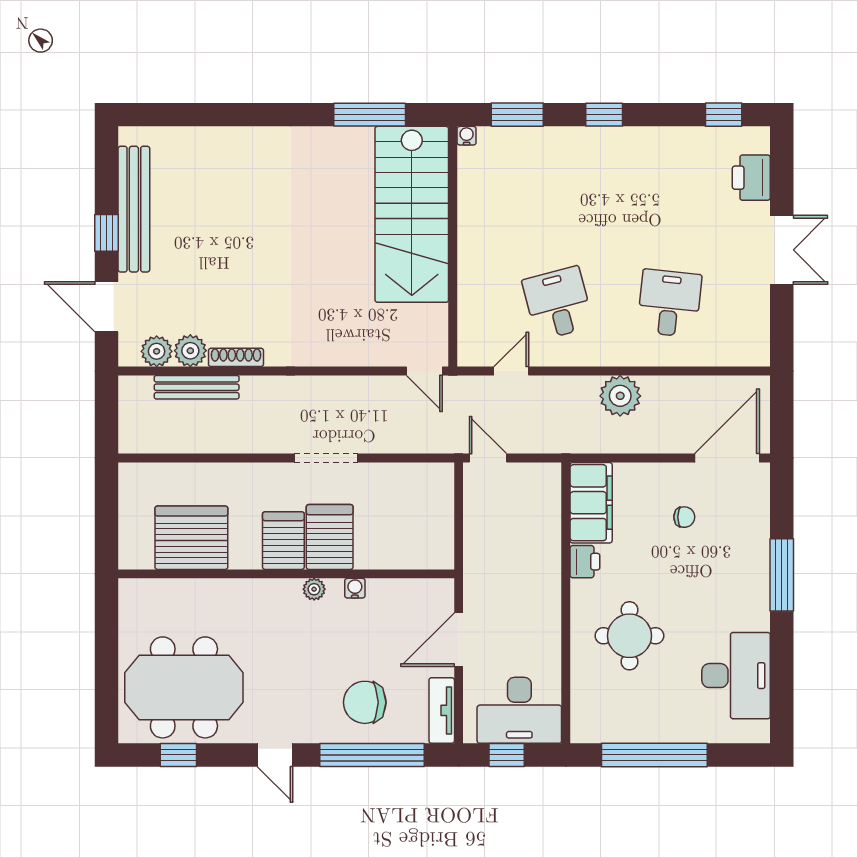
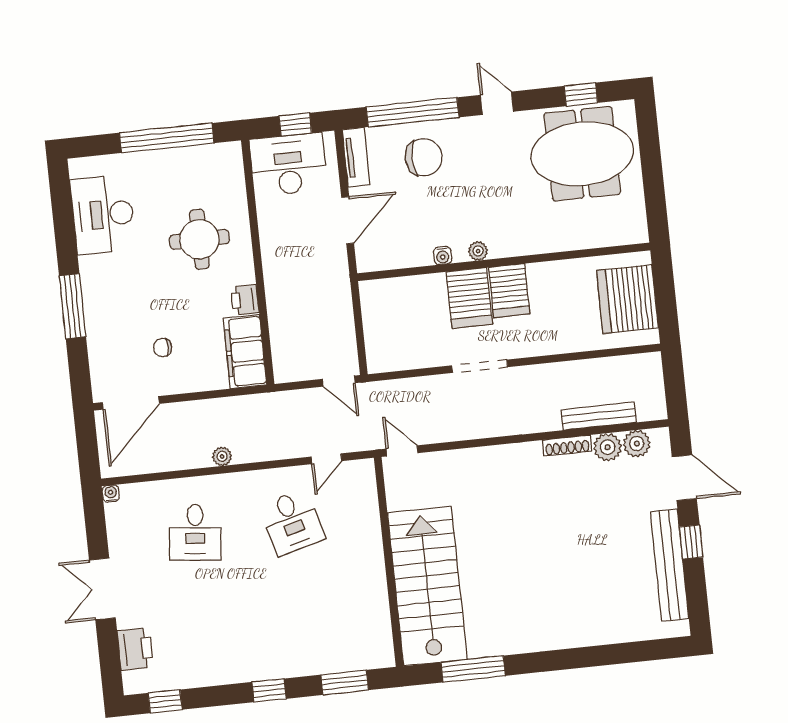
water cooler: (467, 136) -> (111, 494), moved, turned 180
plant: (620, 396) -> (222, 456), width x0.53, depth x0.53
server rack: (191, 538) -> (627, 299), moved, turned 90

